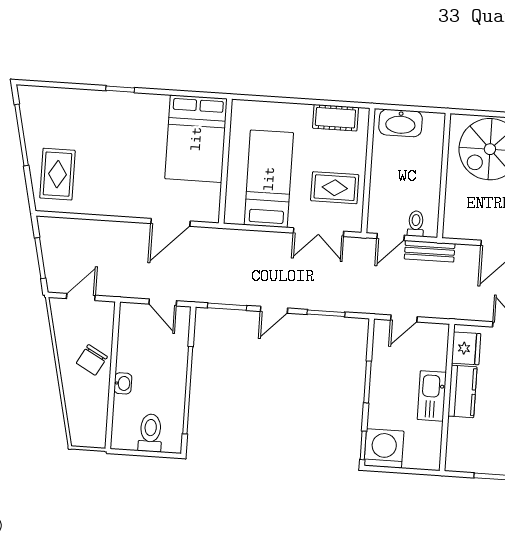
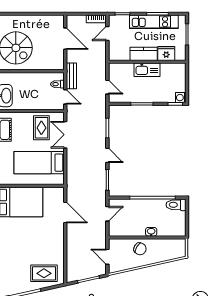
double door: (319, 232) -> (65, 135), swing flipped
fridge: (466, 348) -> (166, 53), moved
toilet: (150, 433) -> (176, 205), moved
washing machine: (384, 448) -> (181, 98), width x0.53, depth x0.53

